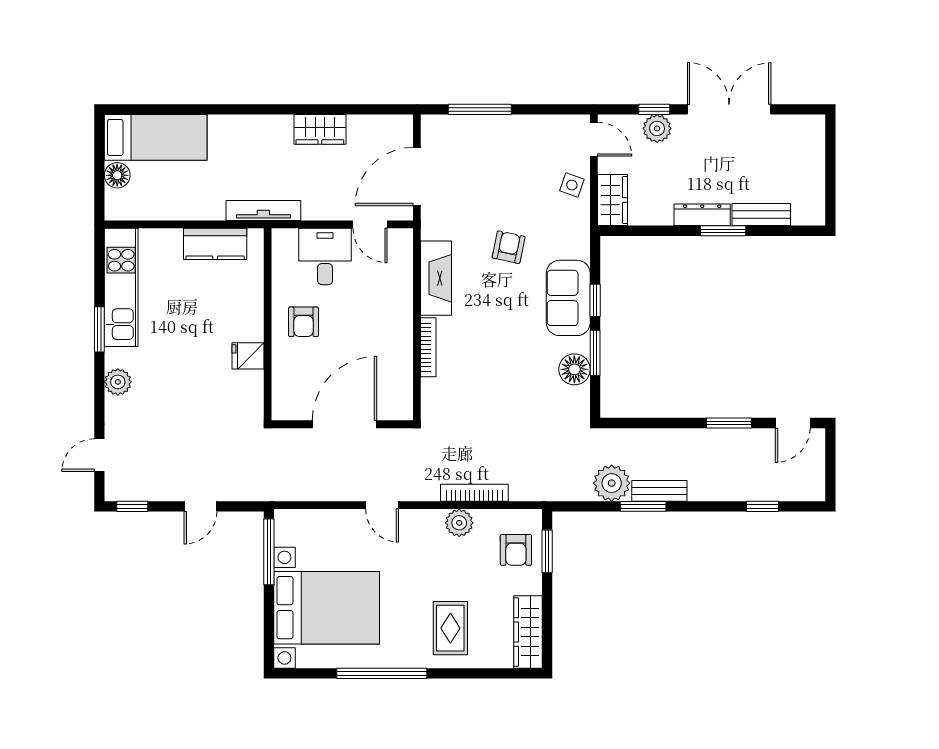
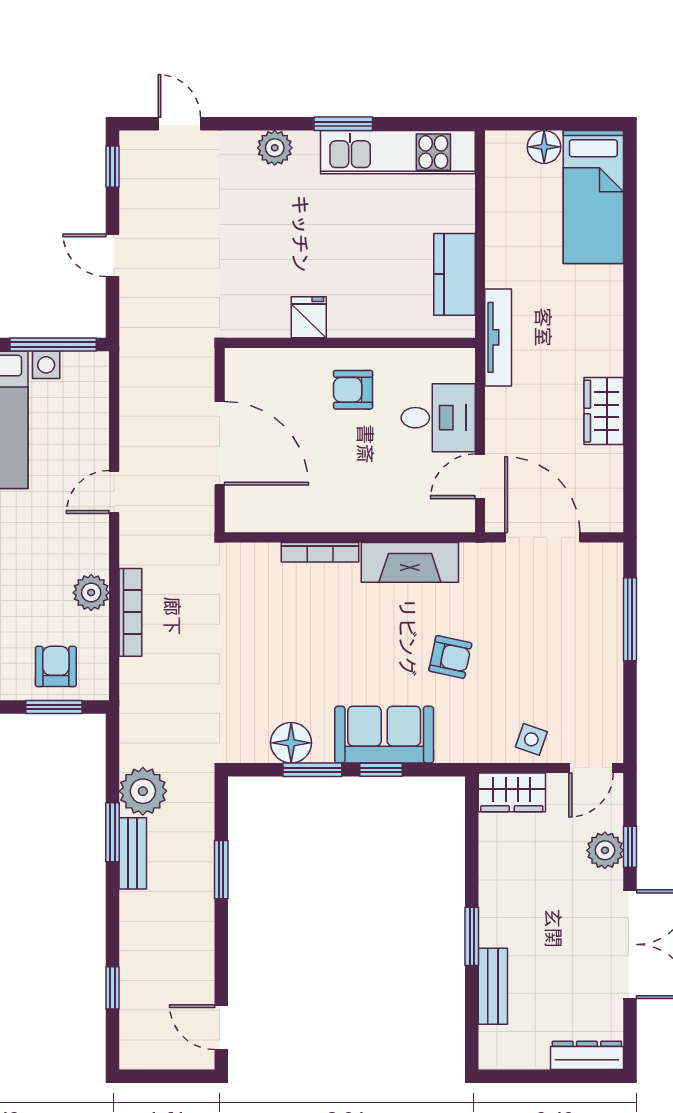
dresser: (702, 215) -> (587, 1055), moved, turned -90
window: (729, 423) -> (221, 870), moved
armchair: (516, 550) -> (56, 666), turned 90

